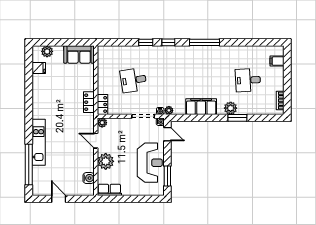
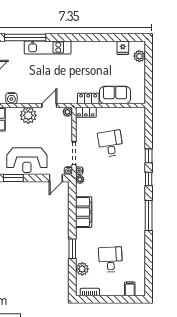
sofa: (79, 55) -> (115, 95), moved, turned 90
plant: (231, 108) -> (82, 269), moved

